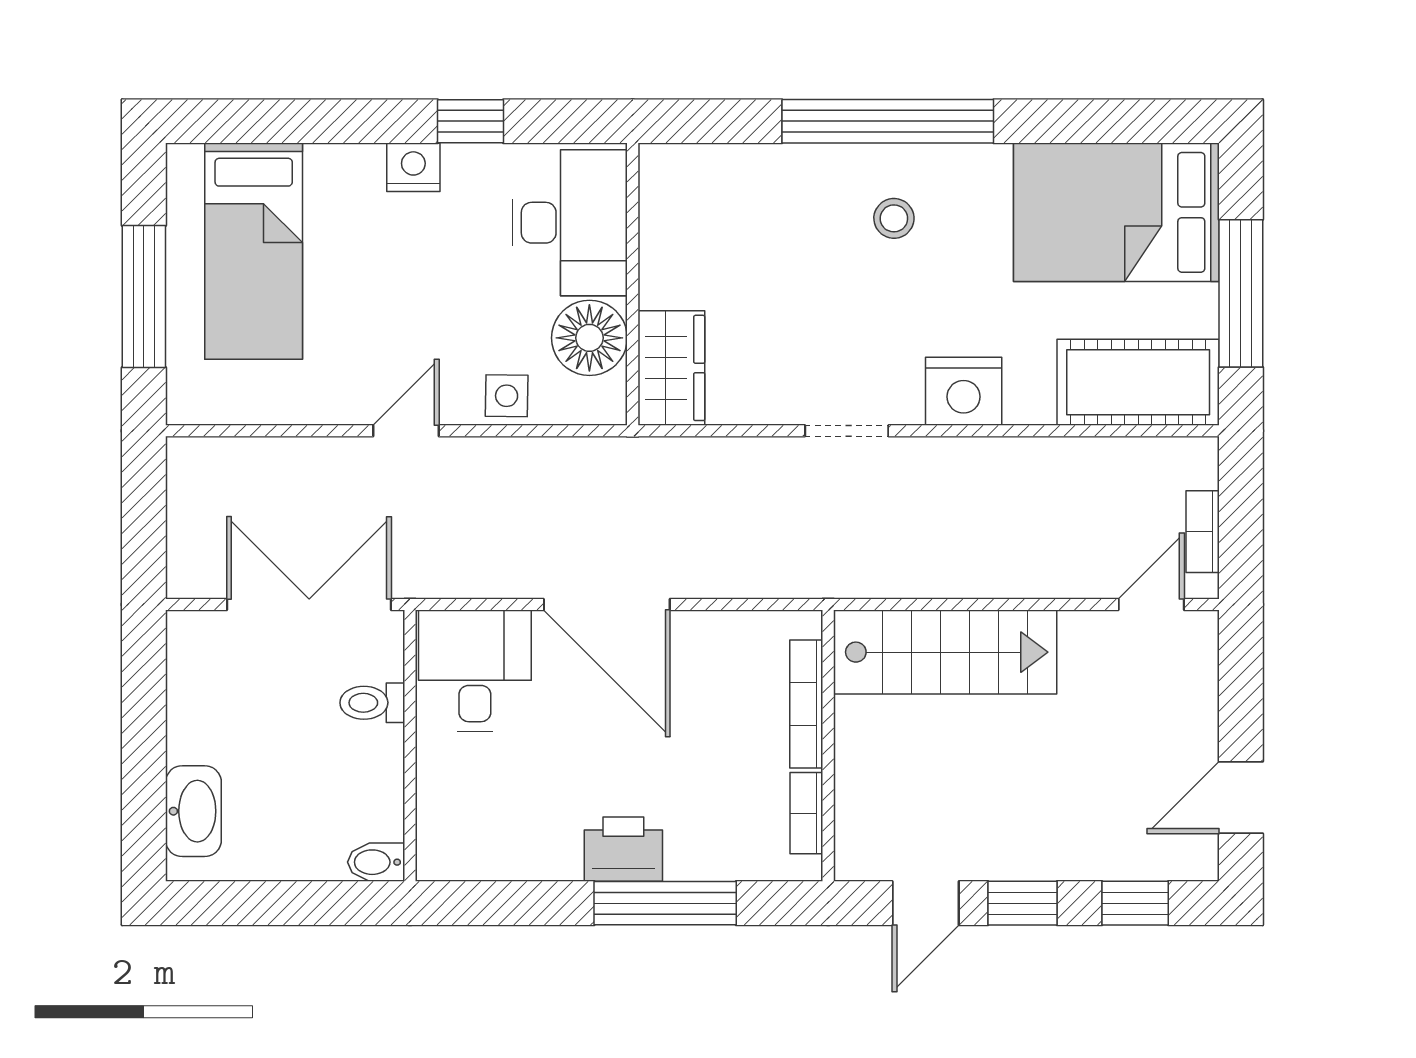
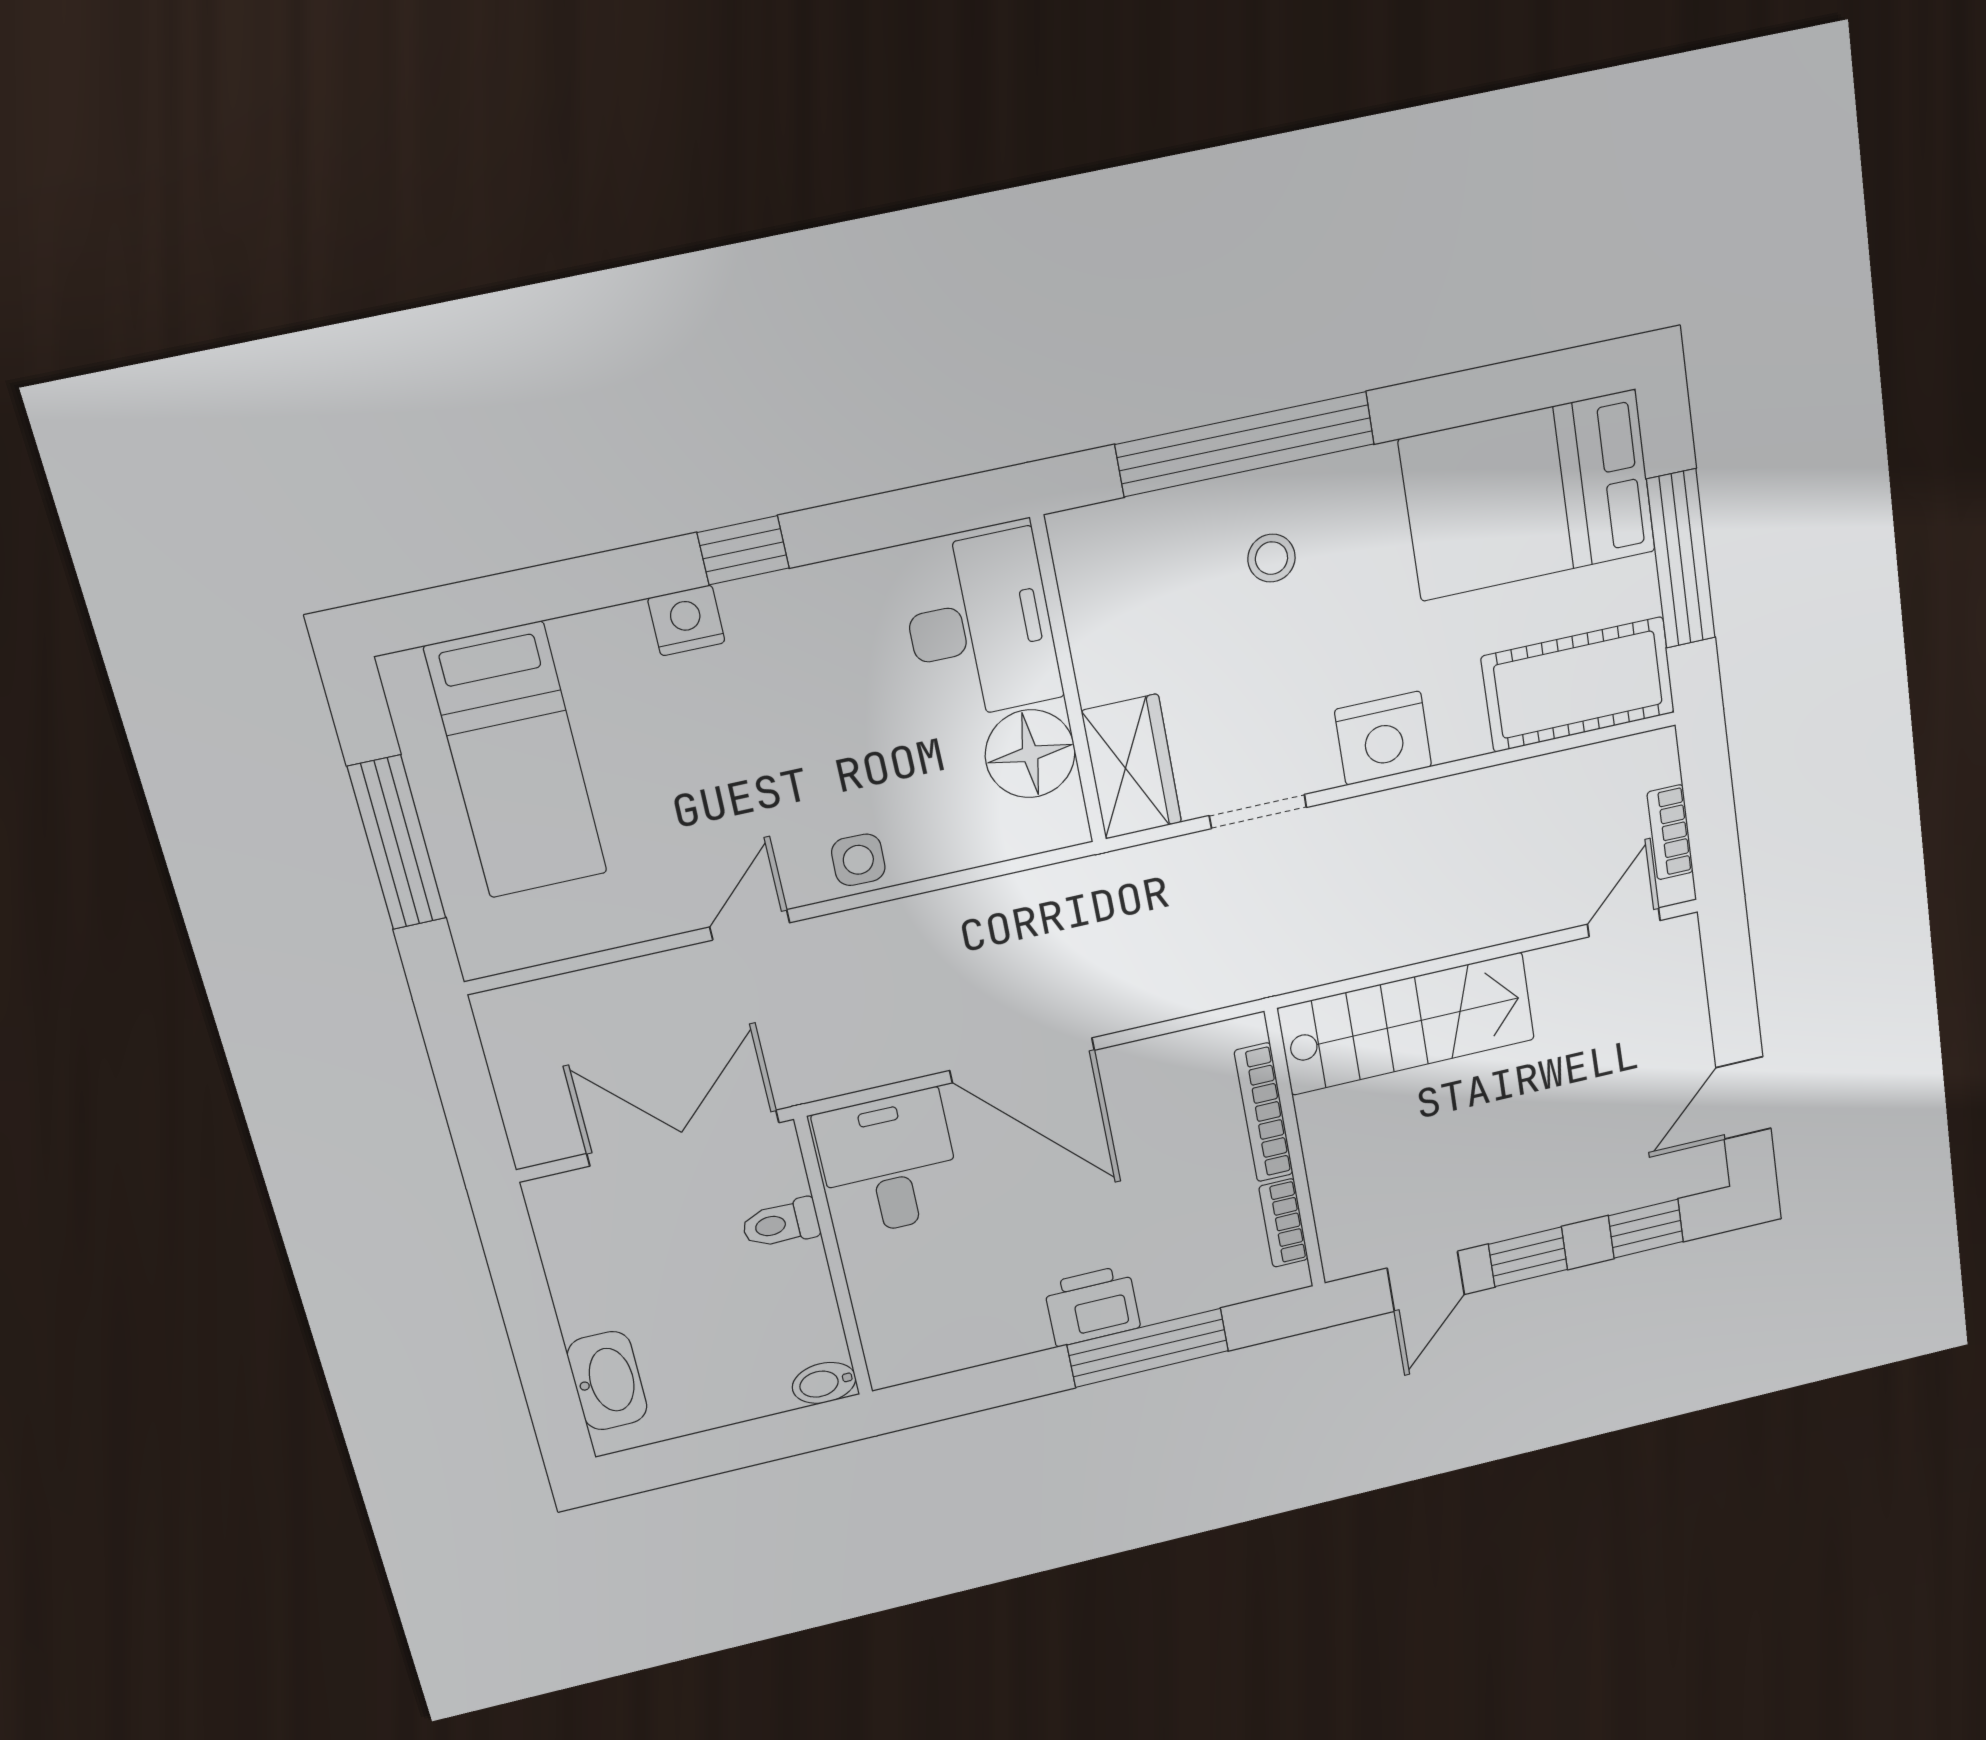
desk: (570, 223) -> (980, 626), moved
wall: (633, 284) -> (1069, 681), moved
floor lamp: (589, 338) -> (1030, 754), moved
wardrobe: (671, 368) -> (1132, 767), moved

